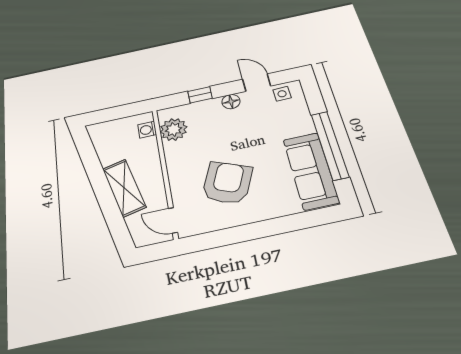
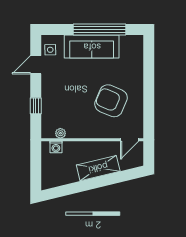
floor lamp: (231, 102) -> (47, 86), removed
plant: (174, 129) -> (60, 133), width x0.53, depth x0.53
sofa: (311, 171) -> (92, 47), moved

